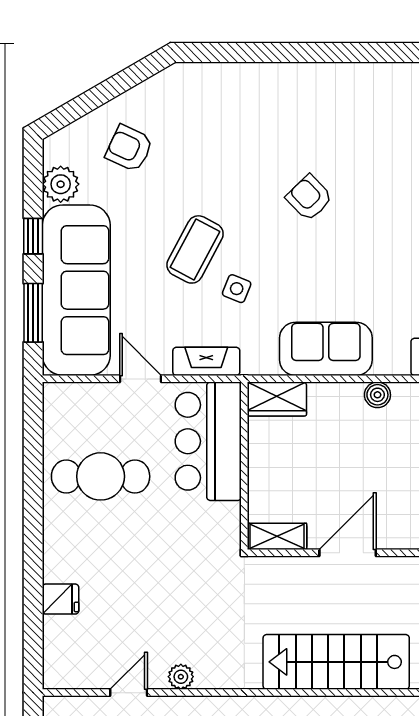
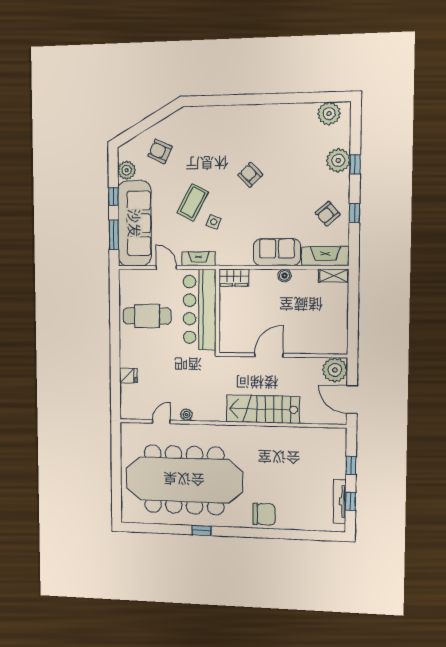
sofa: (326, 349) -> (277, 252), moved
bar counter: (208, 441) -> (200, 310), width x1.36
shelving: (277, 536) -> (234, 346), removed

